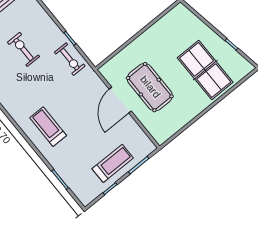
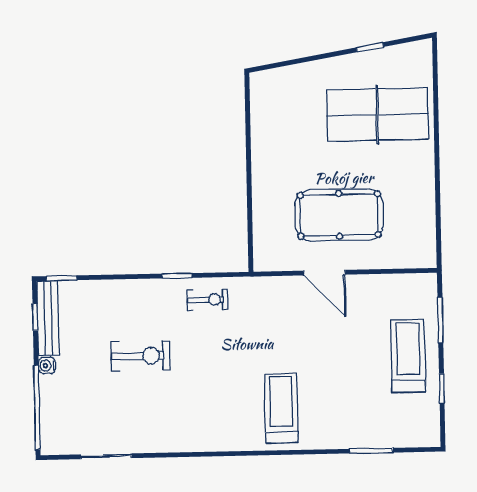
exercise bike: (24, 49) -> (140, 356), turned 180
exercise bike: (70, 59) -> (207, 300), width x0.73, depth x0.72
door: (120, 100) -> (324, 273), width x0.73
treadmill: (48, 127) -> (281, 408), turned 90

